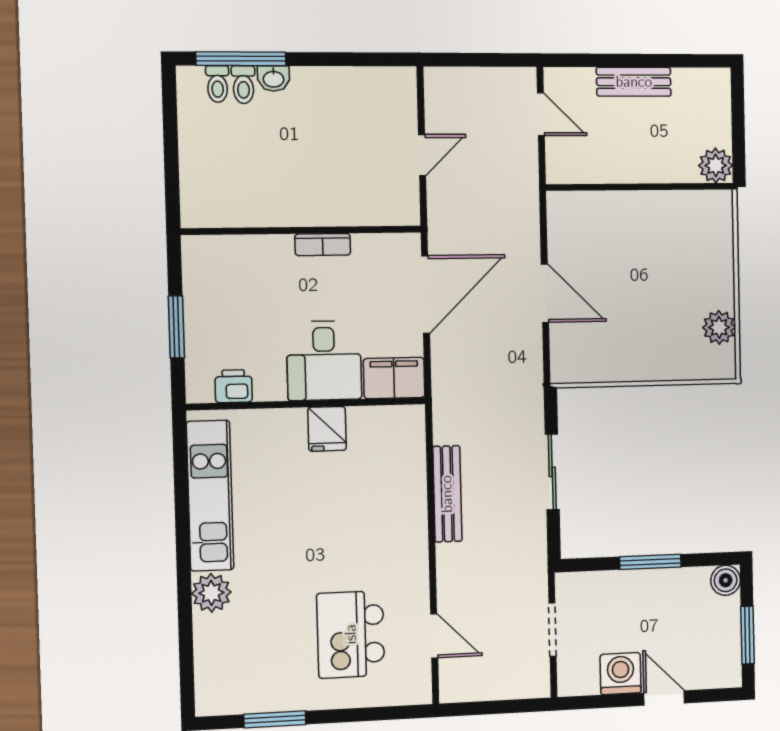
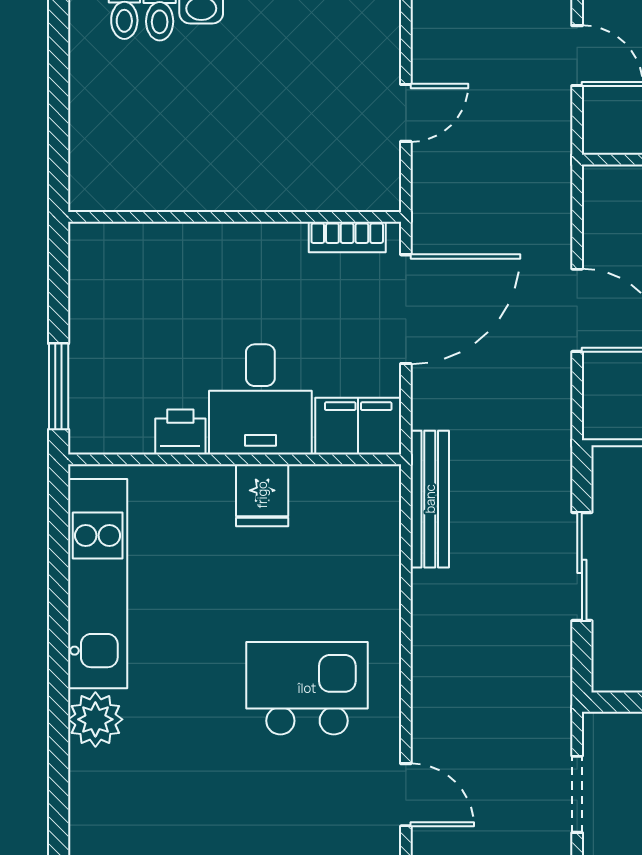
bookcase: (323, 245) -> (347, 237), moved
window: (176, 327) -> (59, 386), moved
printer: (234, 386) -> (180, 432), moved
bench: (447, 494) -> (430, 499), moved
kitchen island: (351, 634) -> (307, 688), moved, turned 90

